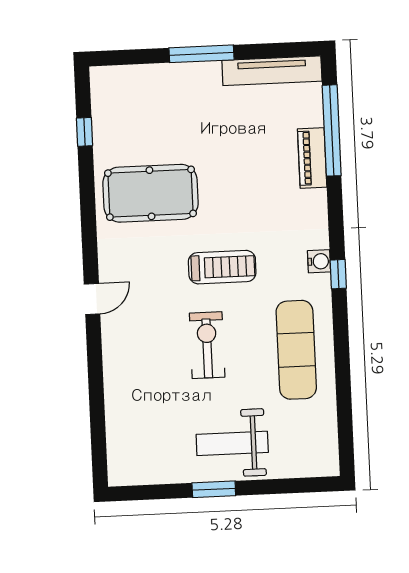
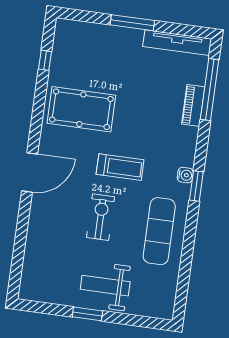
window: (338, 274) -> (196, 186), width x1.50
door: (92, 299) -> (30, 172), width x1.87

